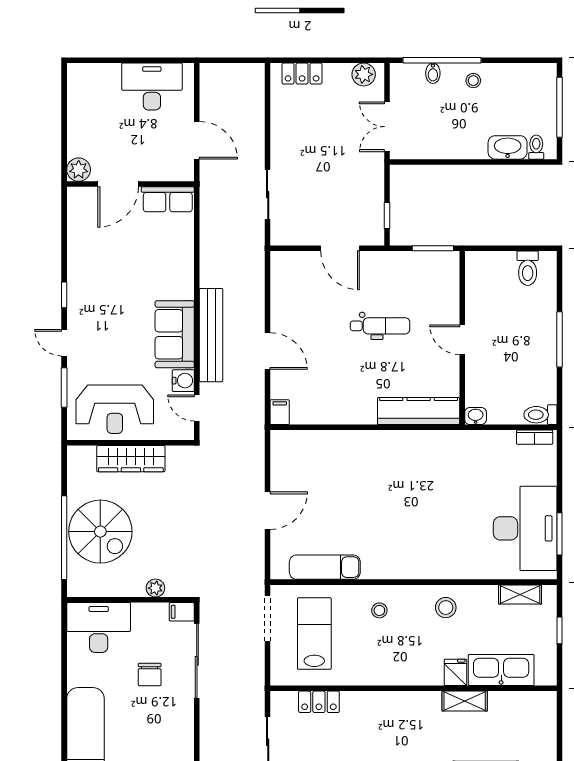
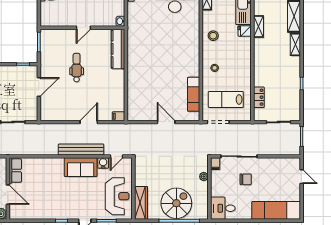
wardrobe: (131, 459) -> (141, 203), moved
desk: (99, 628) -> (223, 208), width x0.73

